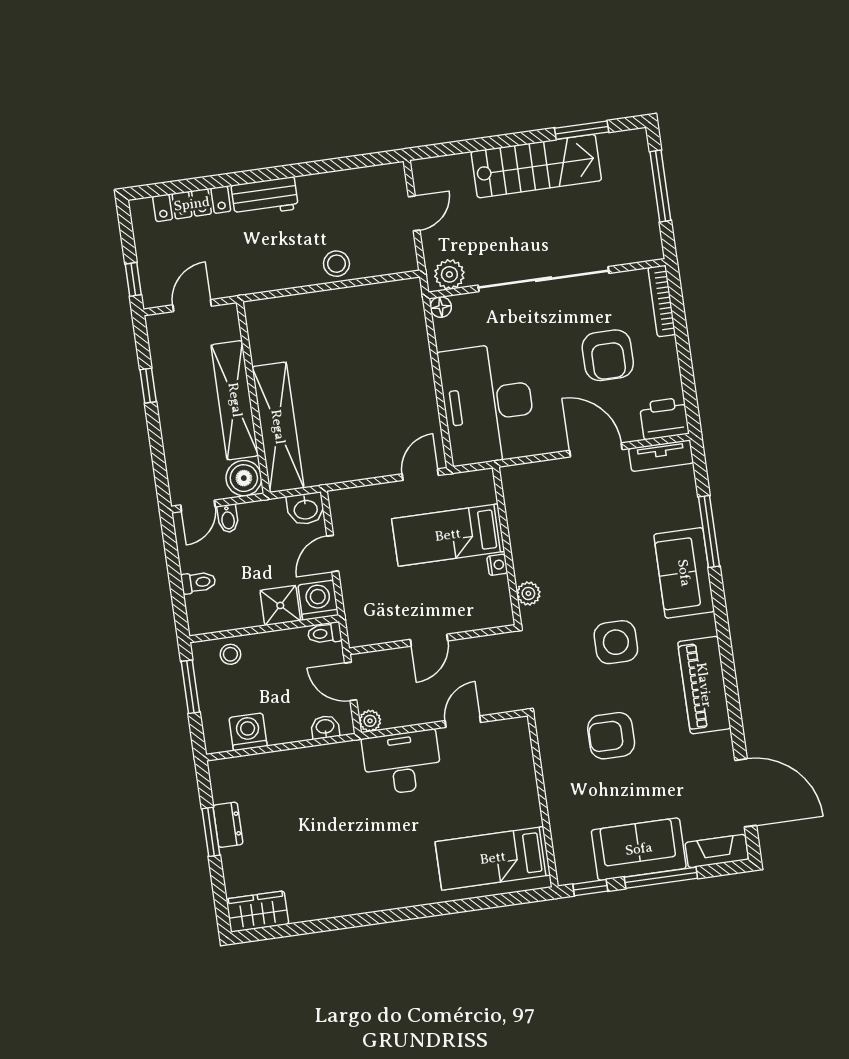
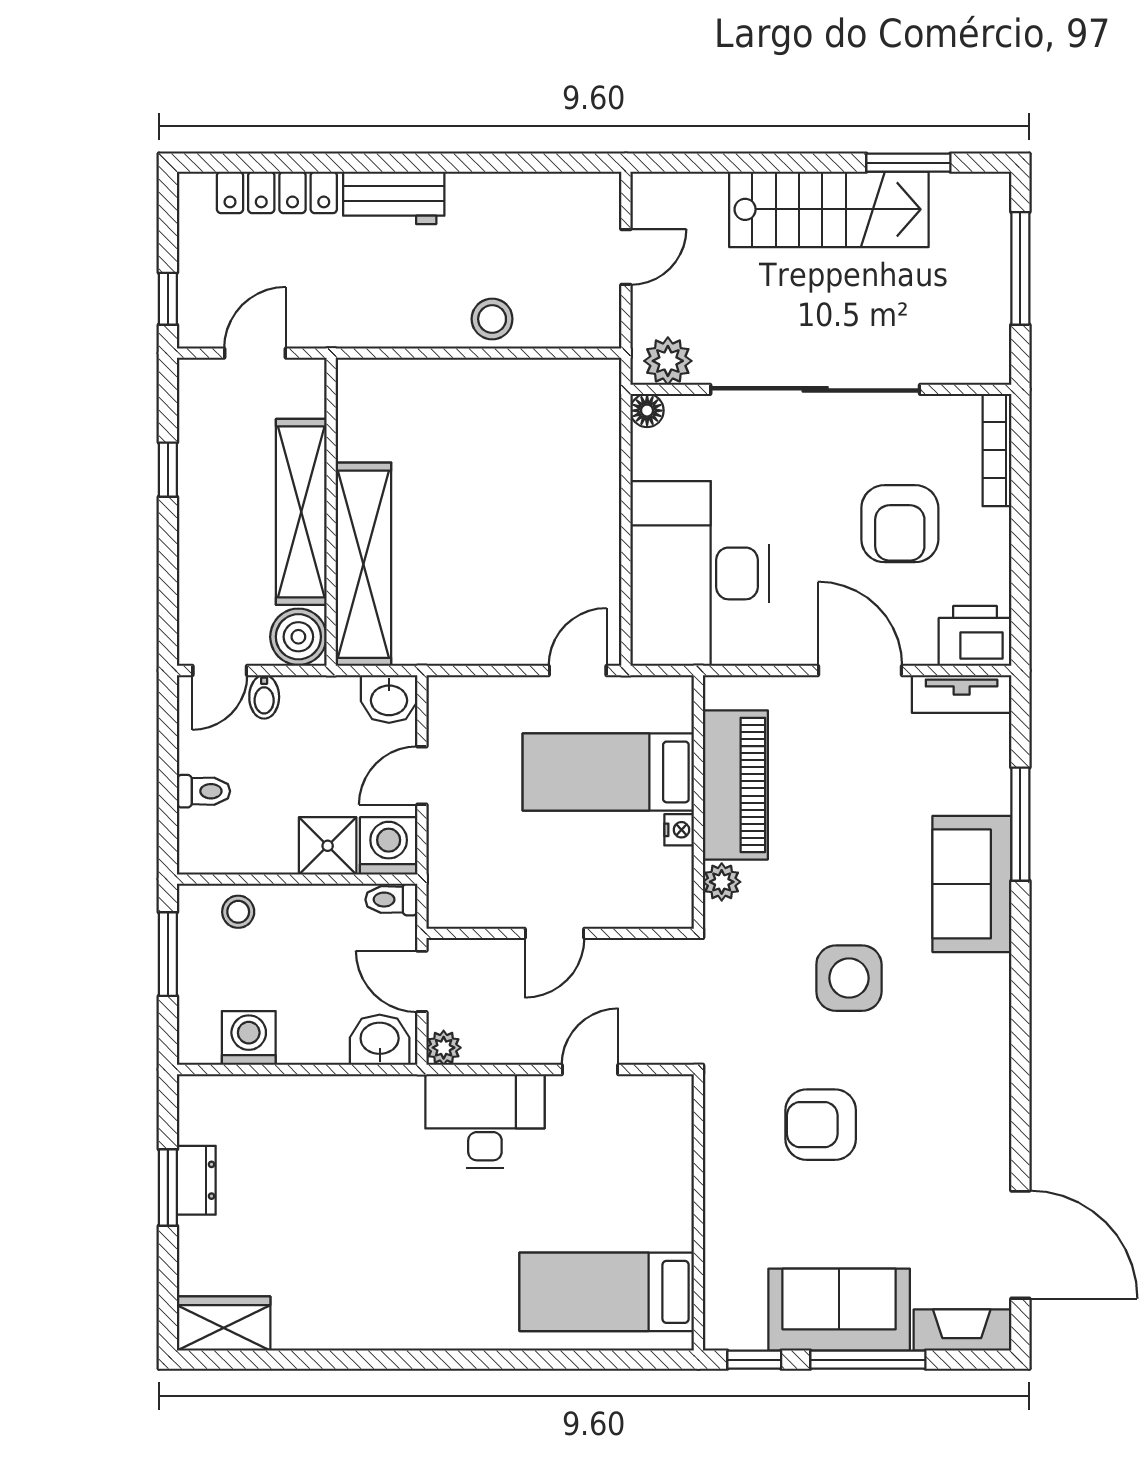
piano: (704, 685) -> (735, 785), moved, turned 180
washbasin: (325, 727) -> (380, 1040), width x1.38, depth x1.45

